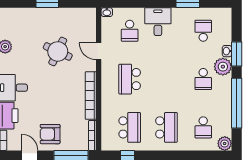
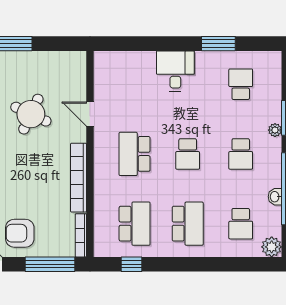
washbasin: (107, 12) -> (102, 57), removed
school desk: (130, 31) -> (188, 154), moved
washbasin: (227, 51) -> (275, 197), moved
plant: (223, 67) -> (275, 130), width x0.53, depth x0.53

